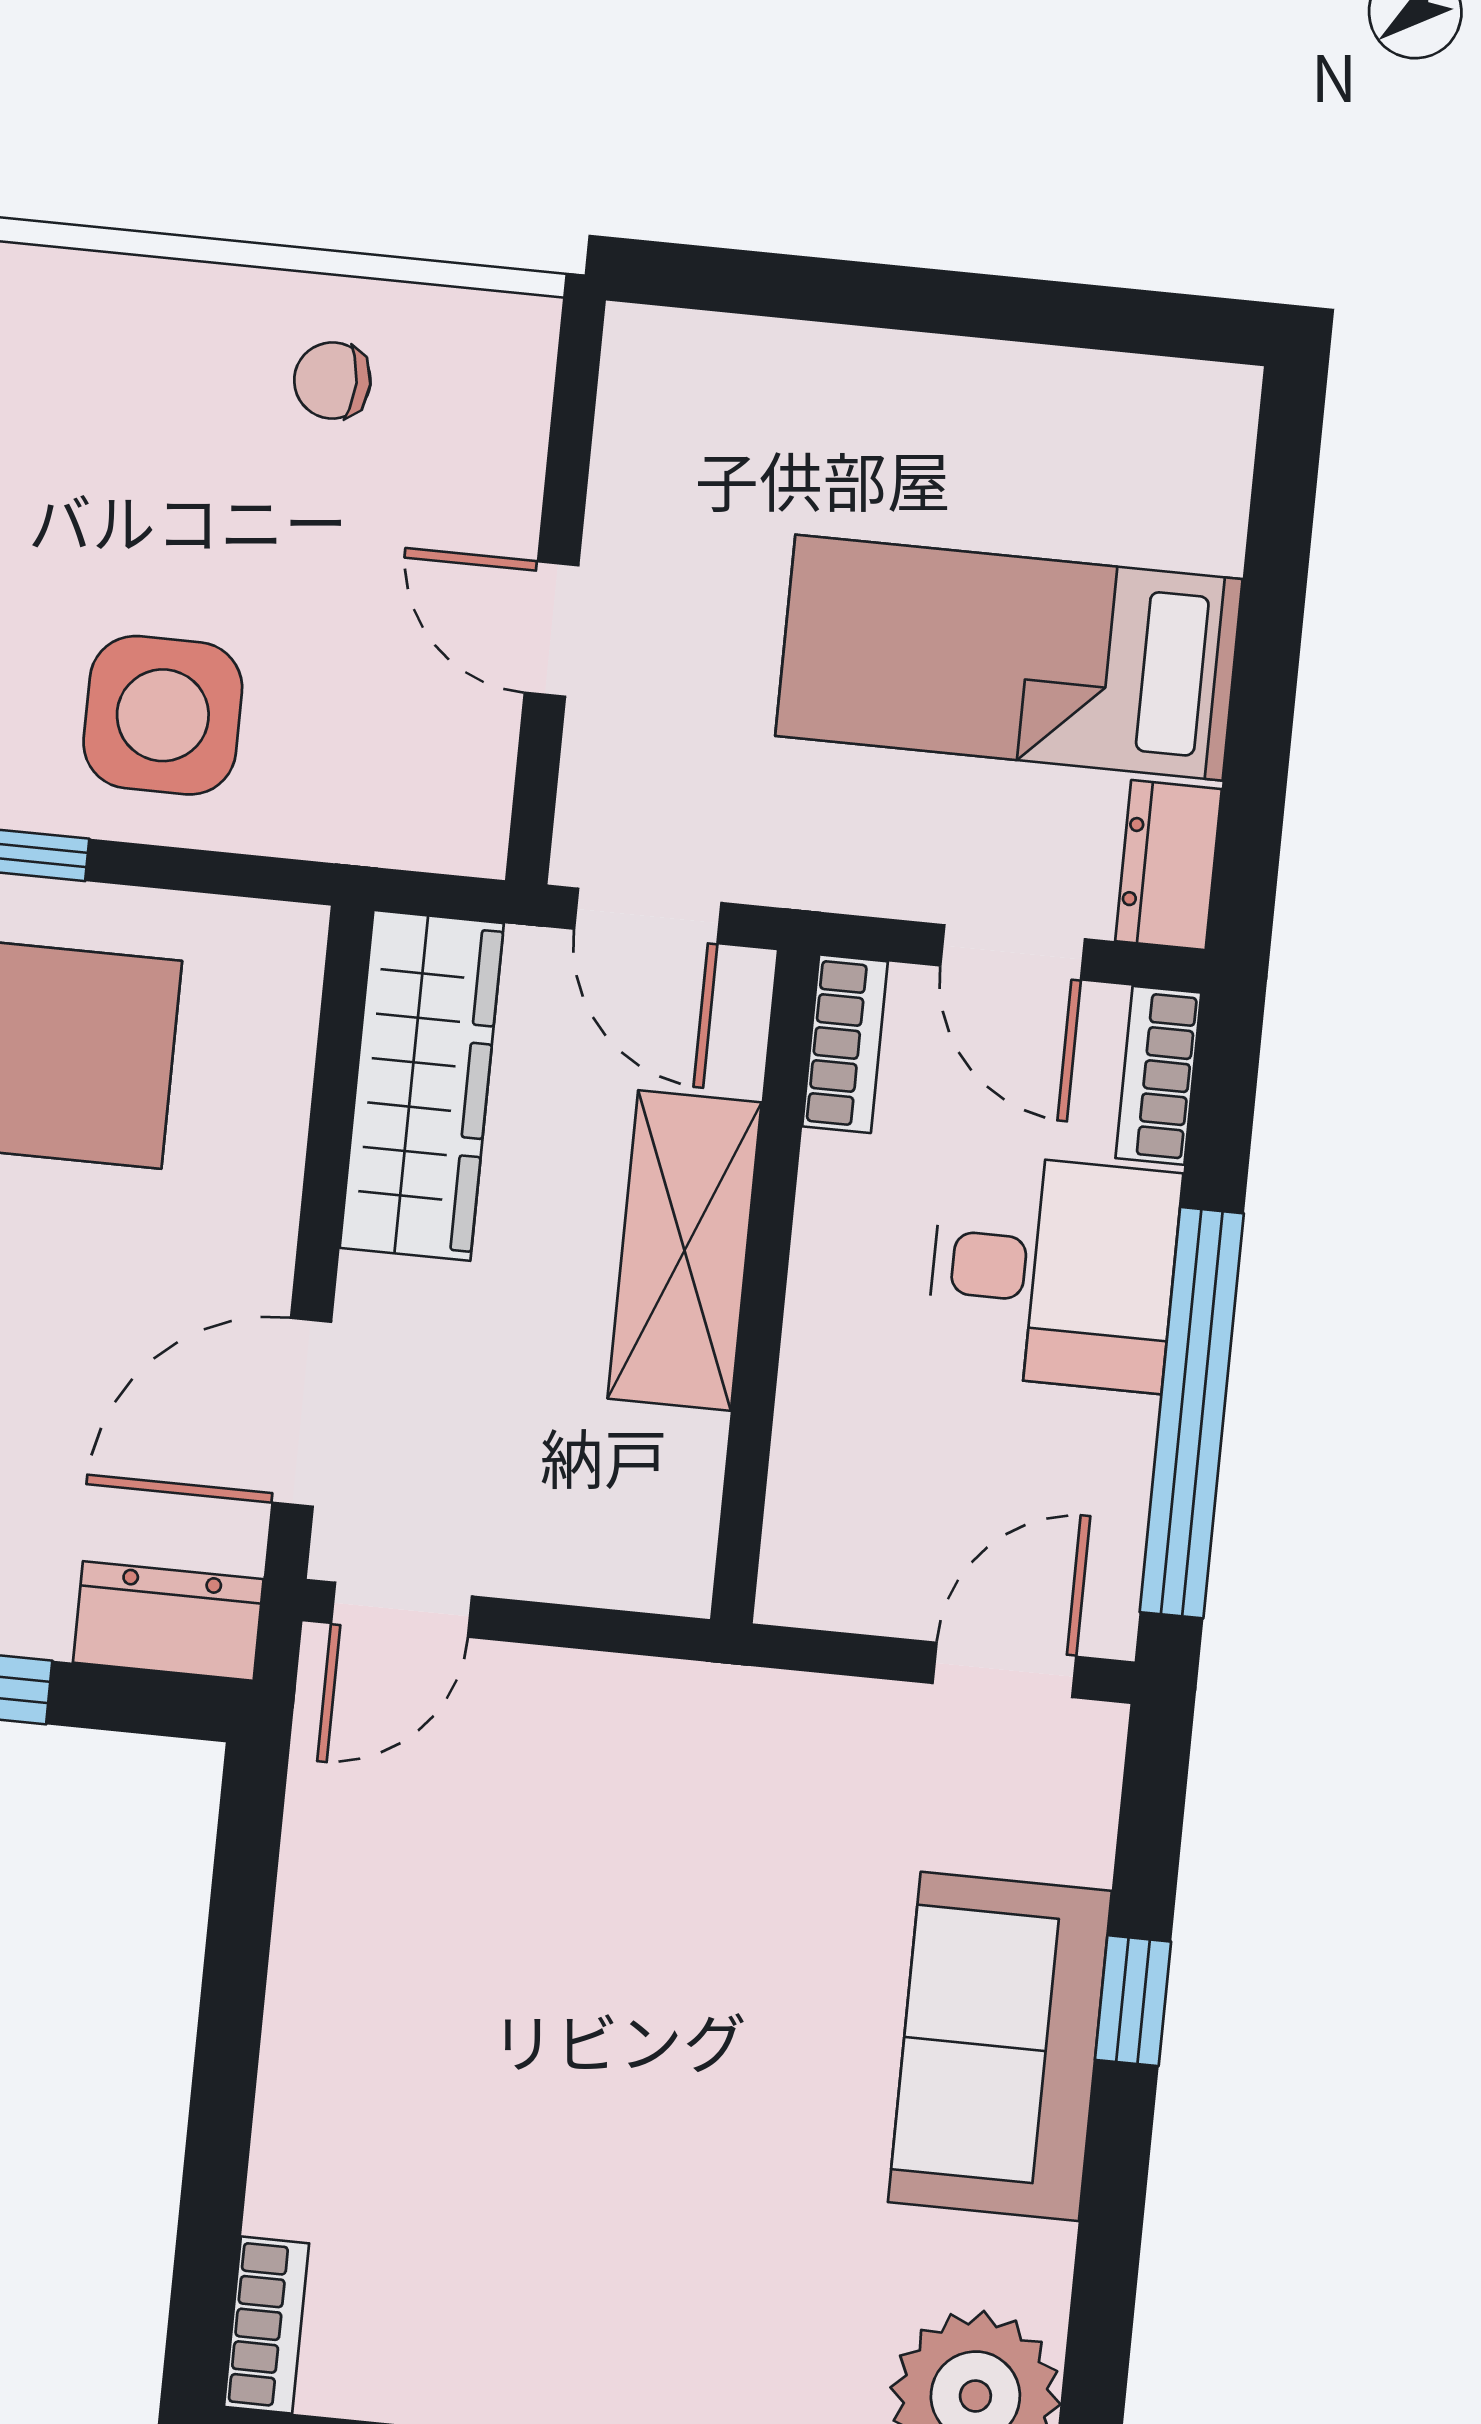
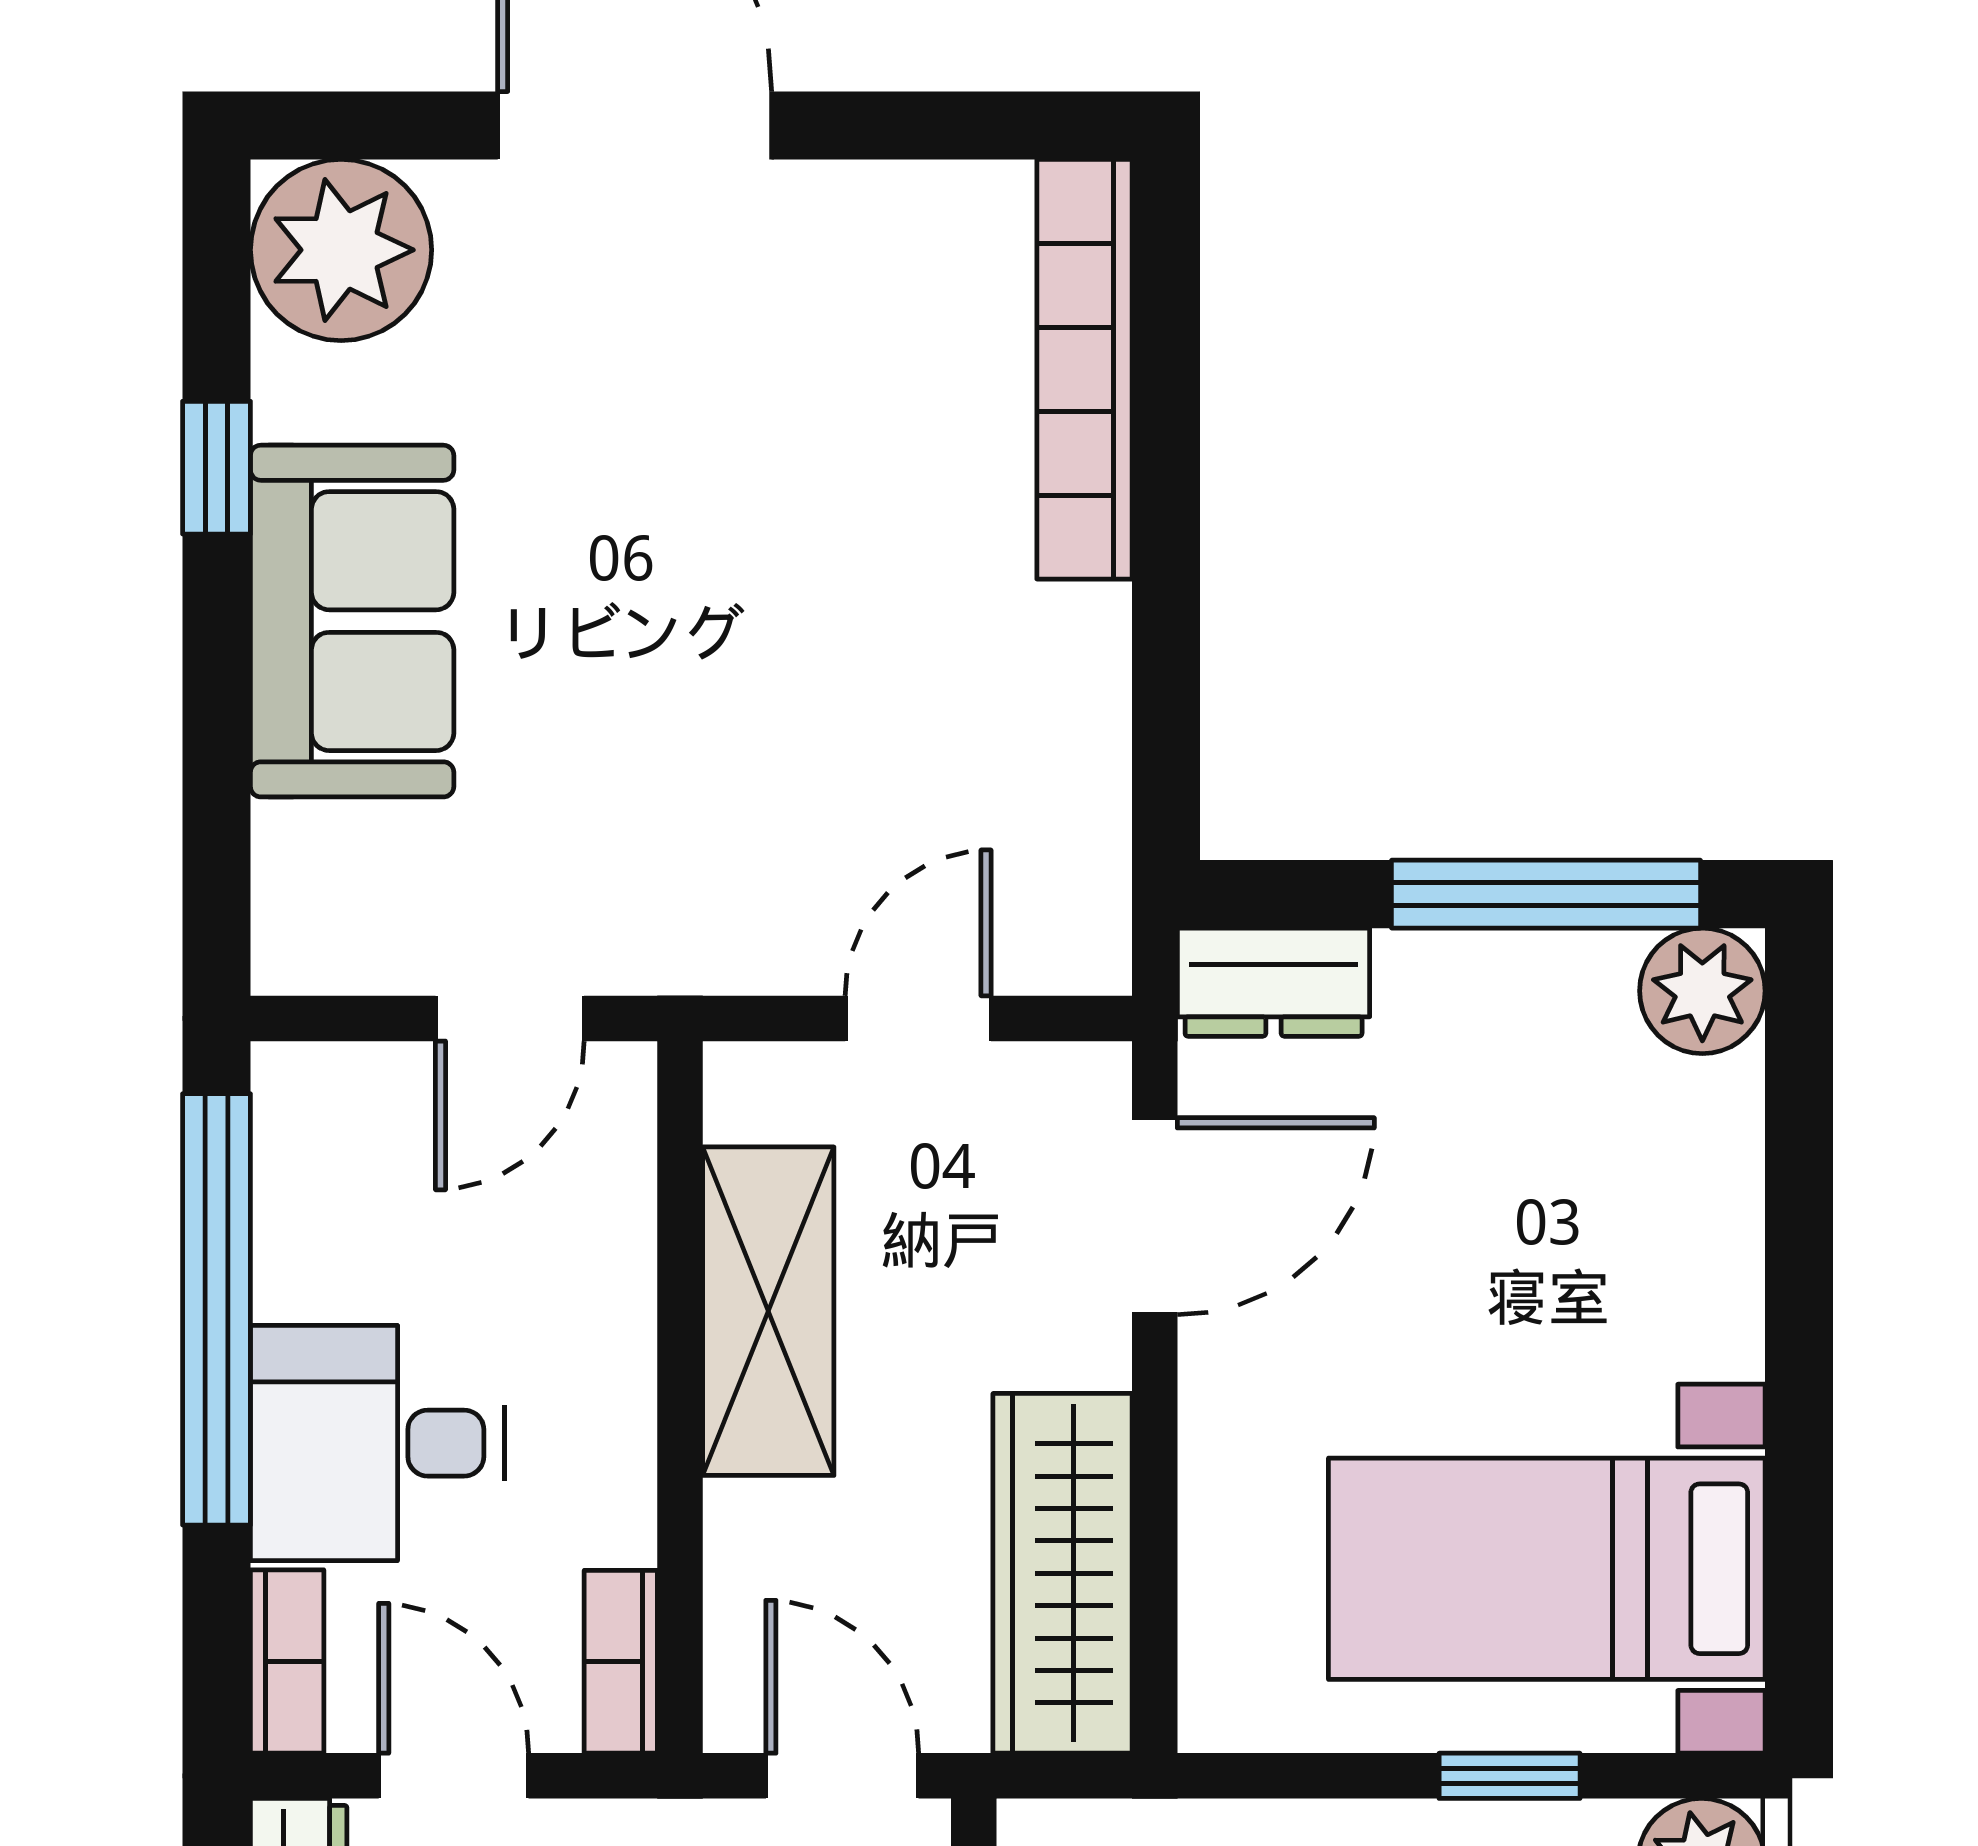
shelving: (684, 1250) -> (768, 1311), moved
door: (401, 1610) -> (918, 1018), moved
door: (1004, 1670) -> (510, 1018), moved
window: (1133, 2001) -> (216, 468), moved
bookcase: (267, 2325) -> (1084, 369), width x2.31, depth x1.31

